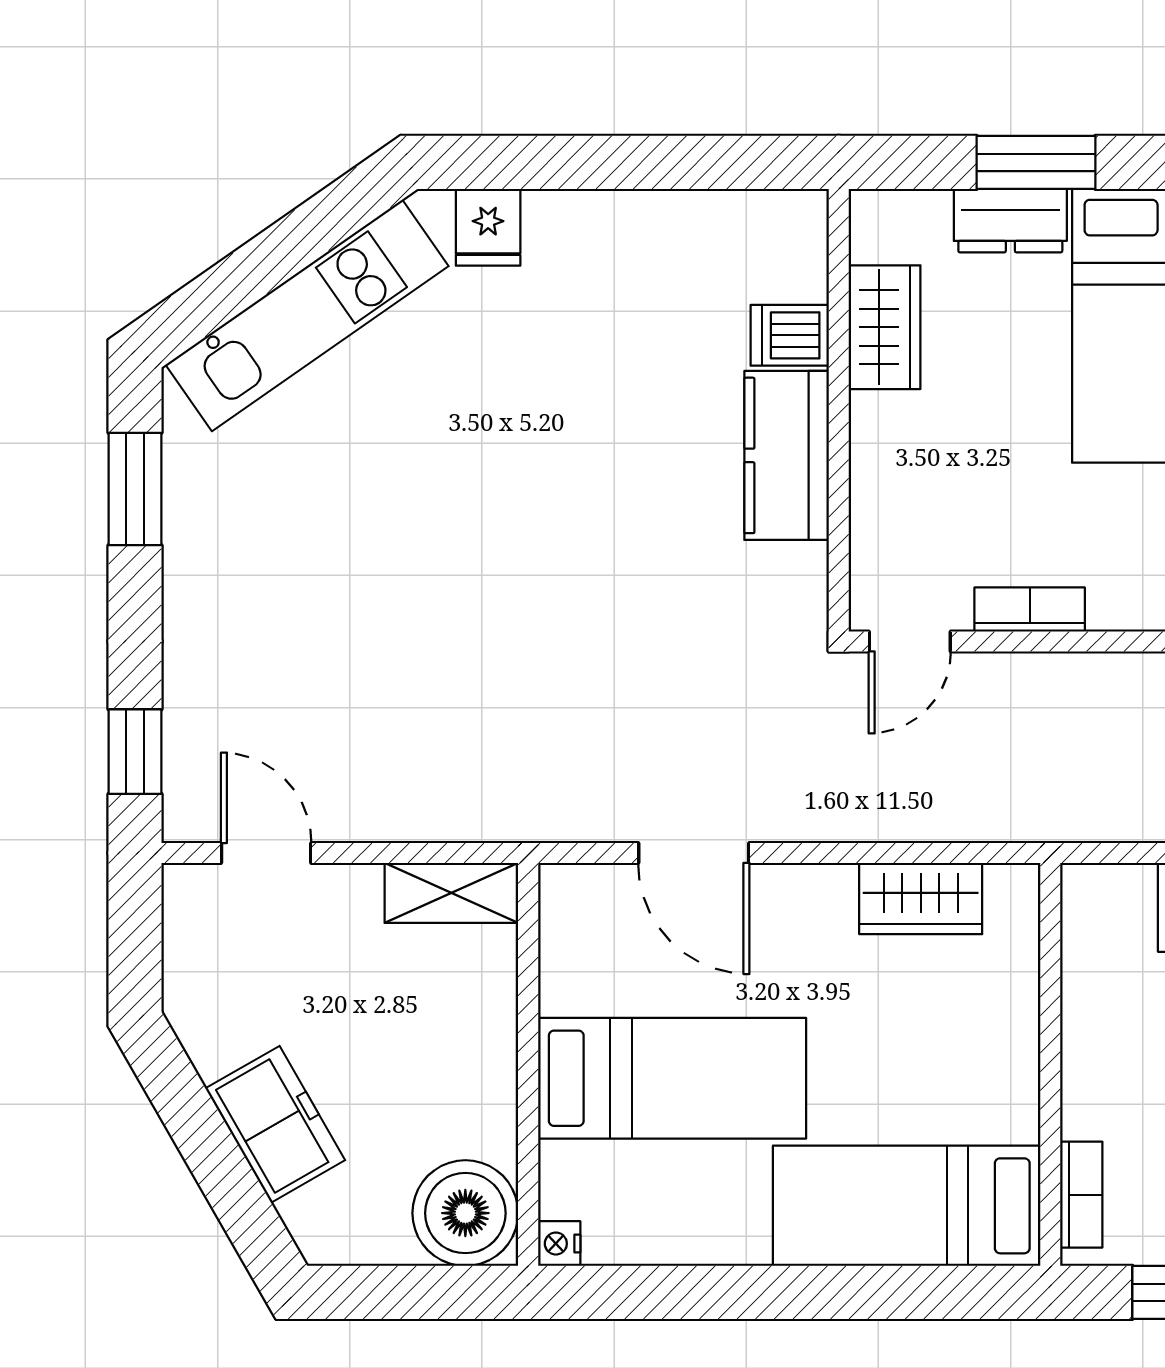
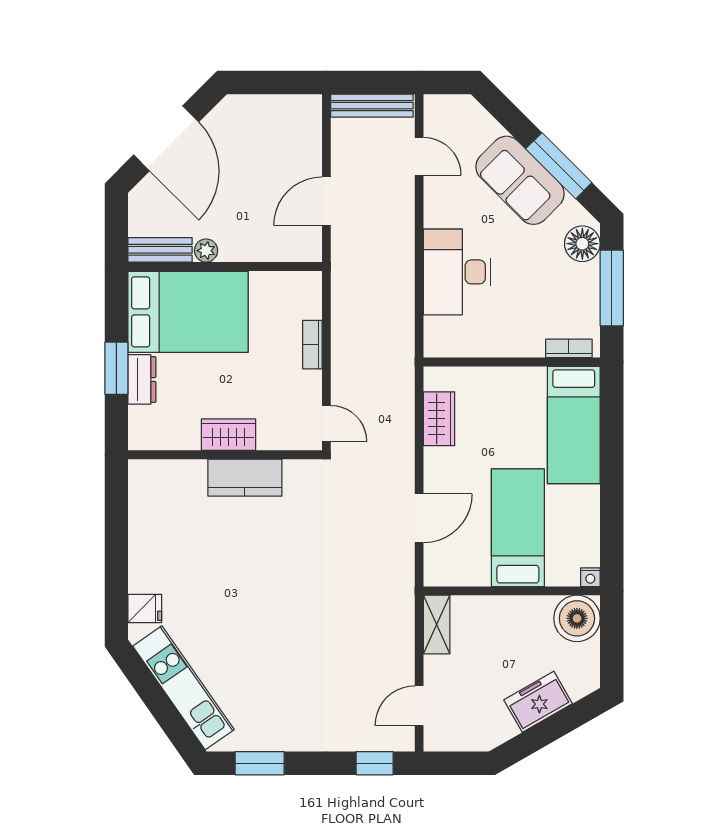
wardrobe: (885, 327) -> (229, 435), moved
dishwasher: (790, 335) -> (192, 476), removed
bookcase: (1030, 609) -> (312, 345), moved

